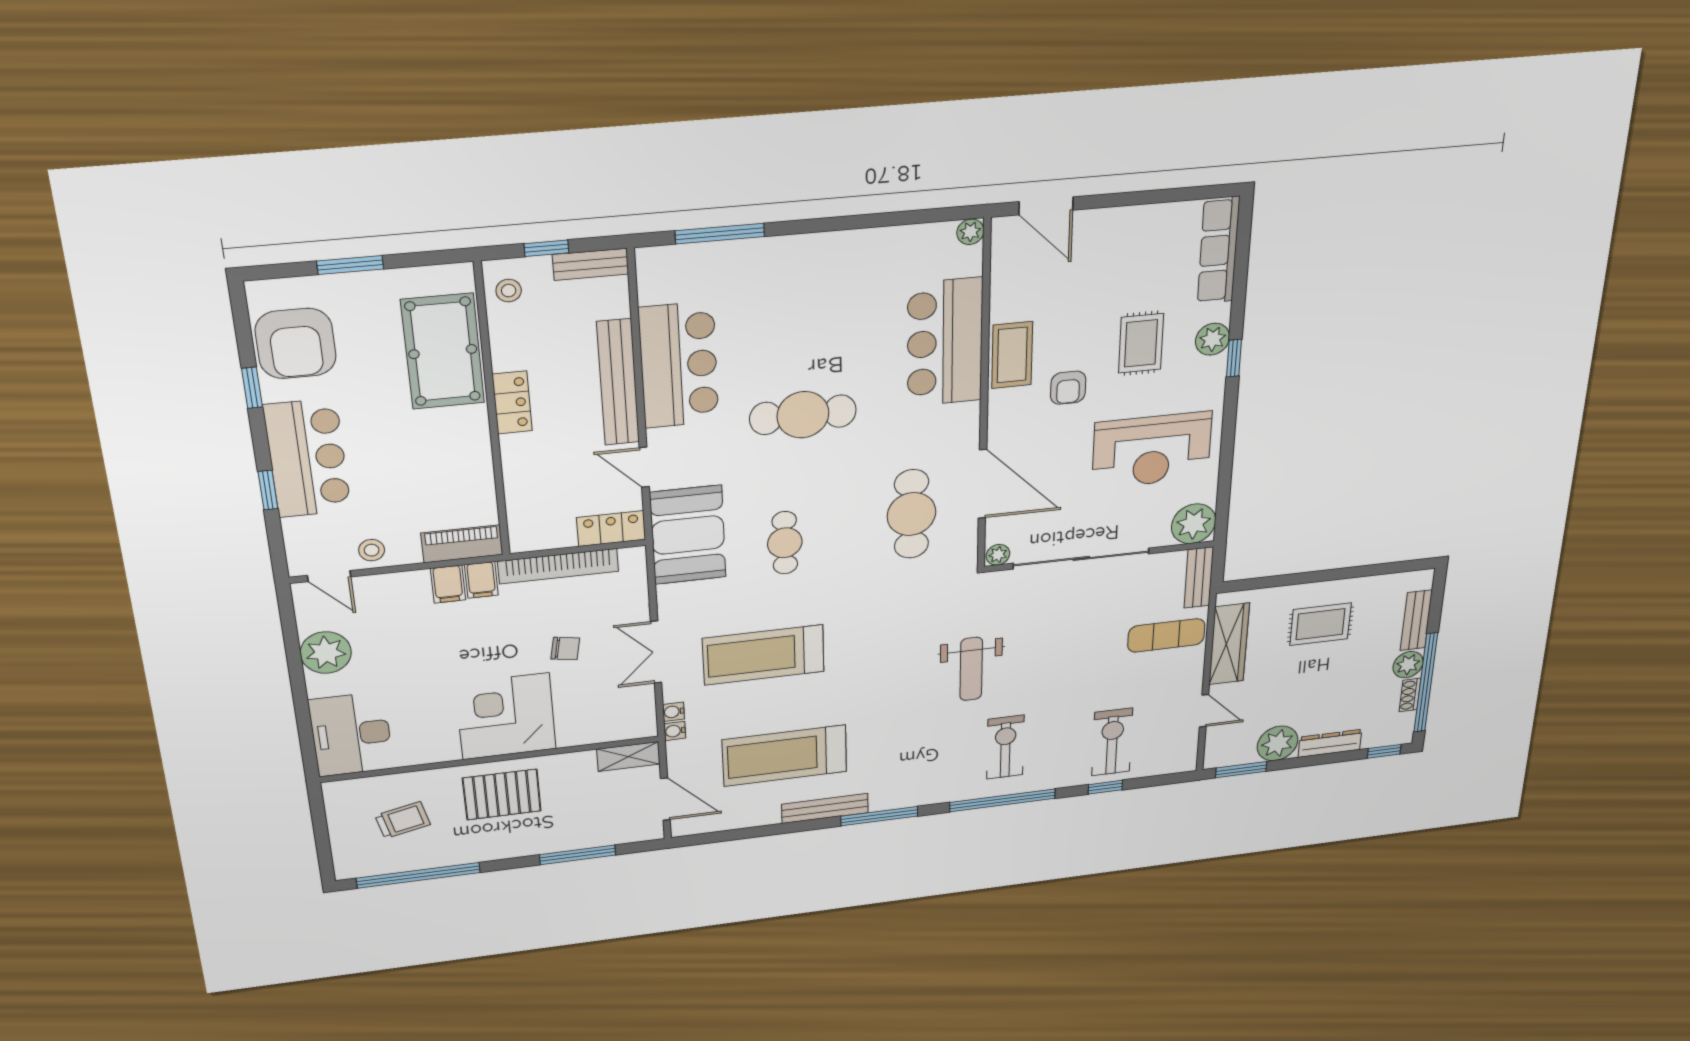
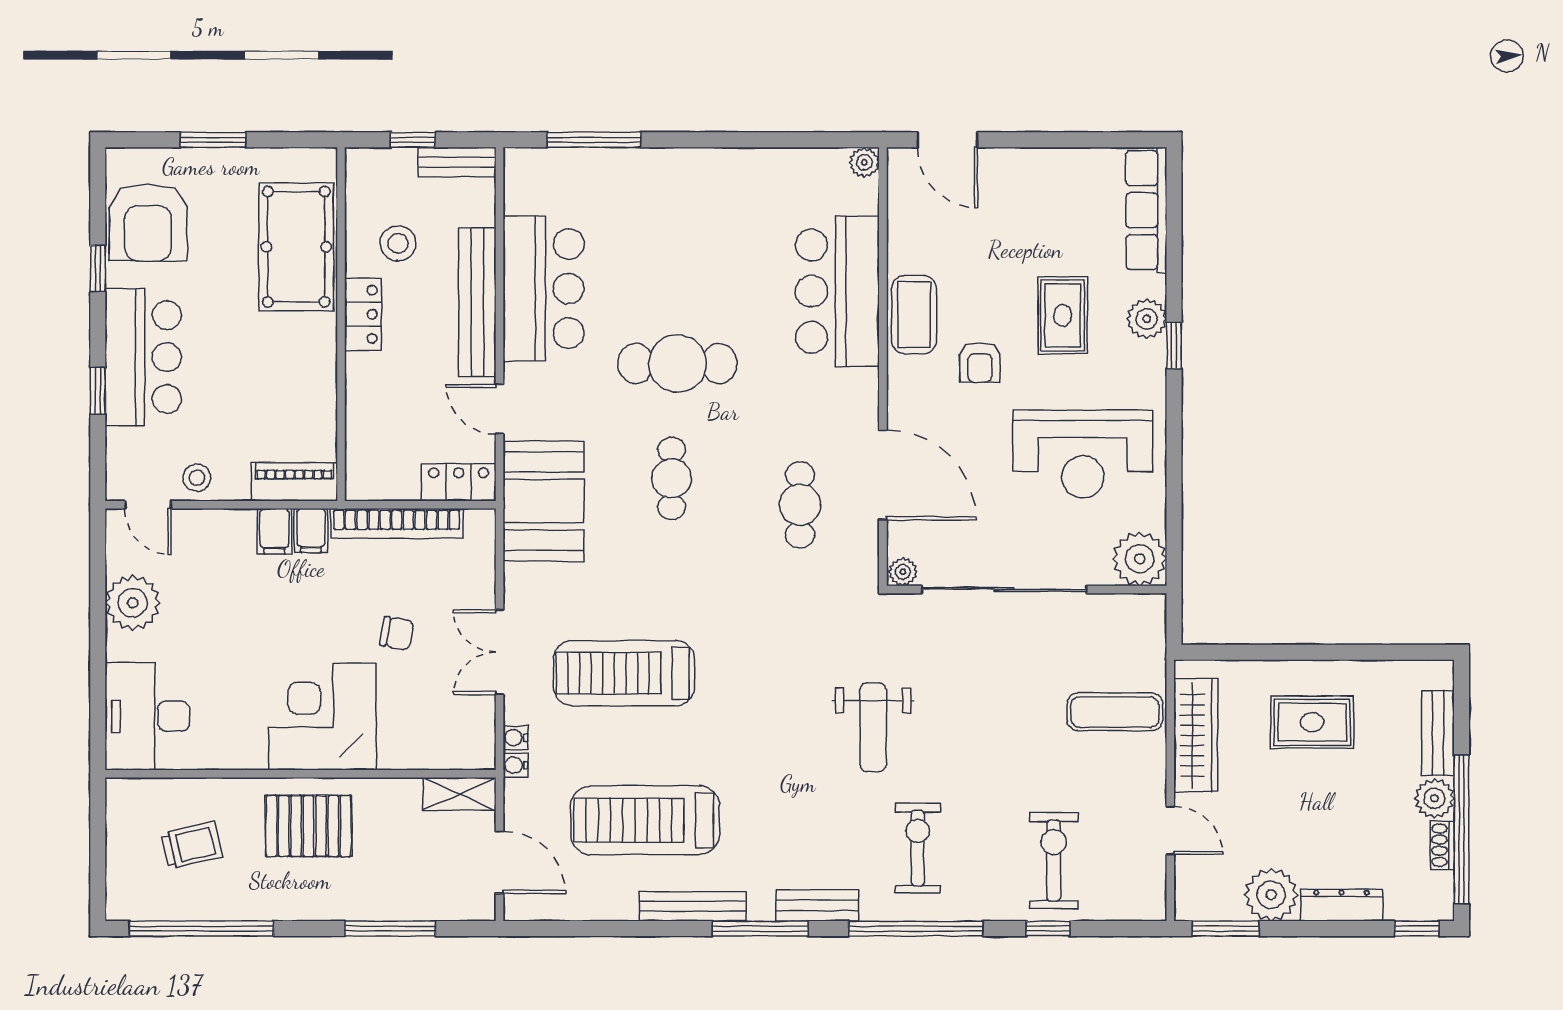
stool: (509, 291) -> (398, 243), moved, width x1.37, depth x1.37
cafe table: (911, 514) -> (800, 505), width x0.73, depth x0.74
cafe table: (785, 543) -> (672, 478), moved
bench: (1199, 578) -> (817, 905), moved, turned 90

